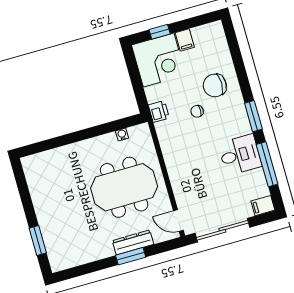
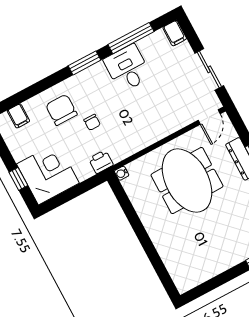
filing cabinet: (185, 40) -> (18, 116), moved, turned 90
chair: (215, 85) -> (61, 110), turned 180
water cooler: (122, 134) -> (122, 173), moved
sliding door: (222, 230) -> (209, 69), width x0.73

